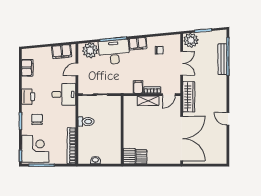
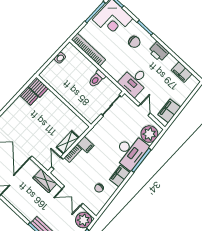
wardrobe: (189, 97) -> (45, 181), width x0.67

